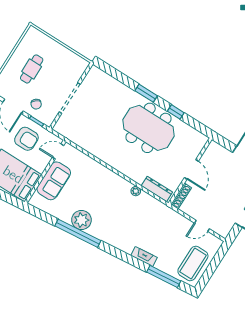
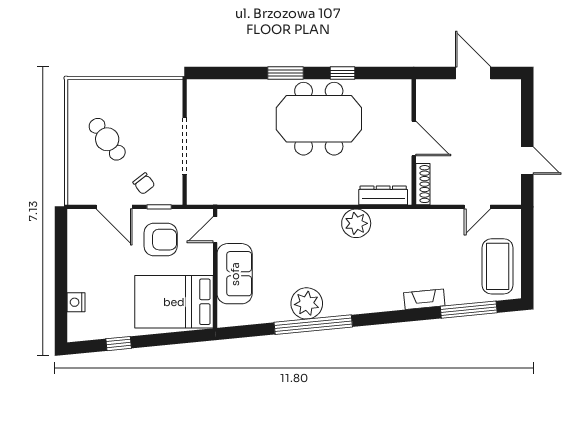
cafe table: (32, 69) -> (107, 139), turned -37
plant: (136, 191) -> (356, 223), width x1.88, depth x1.88

